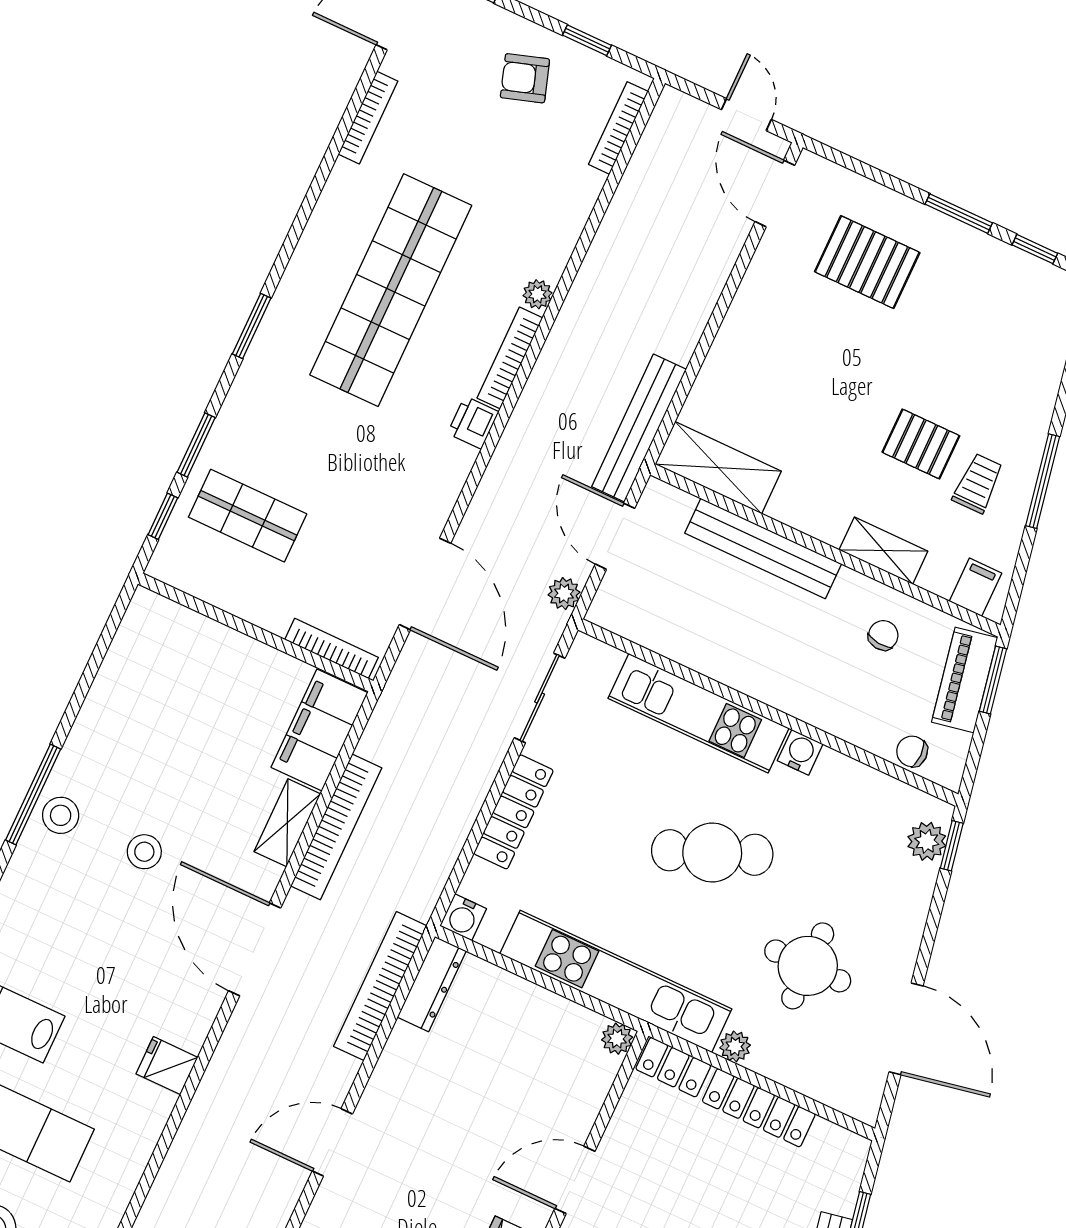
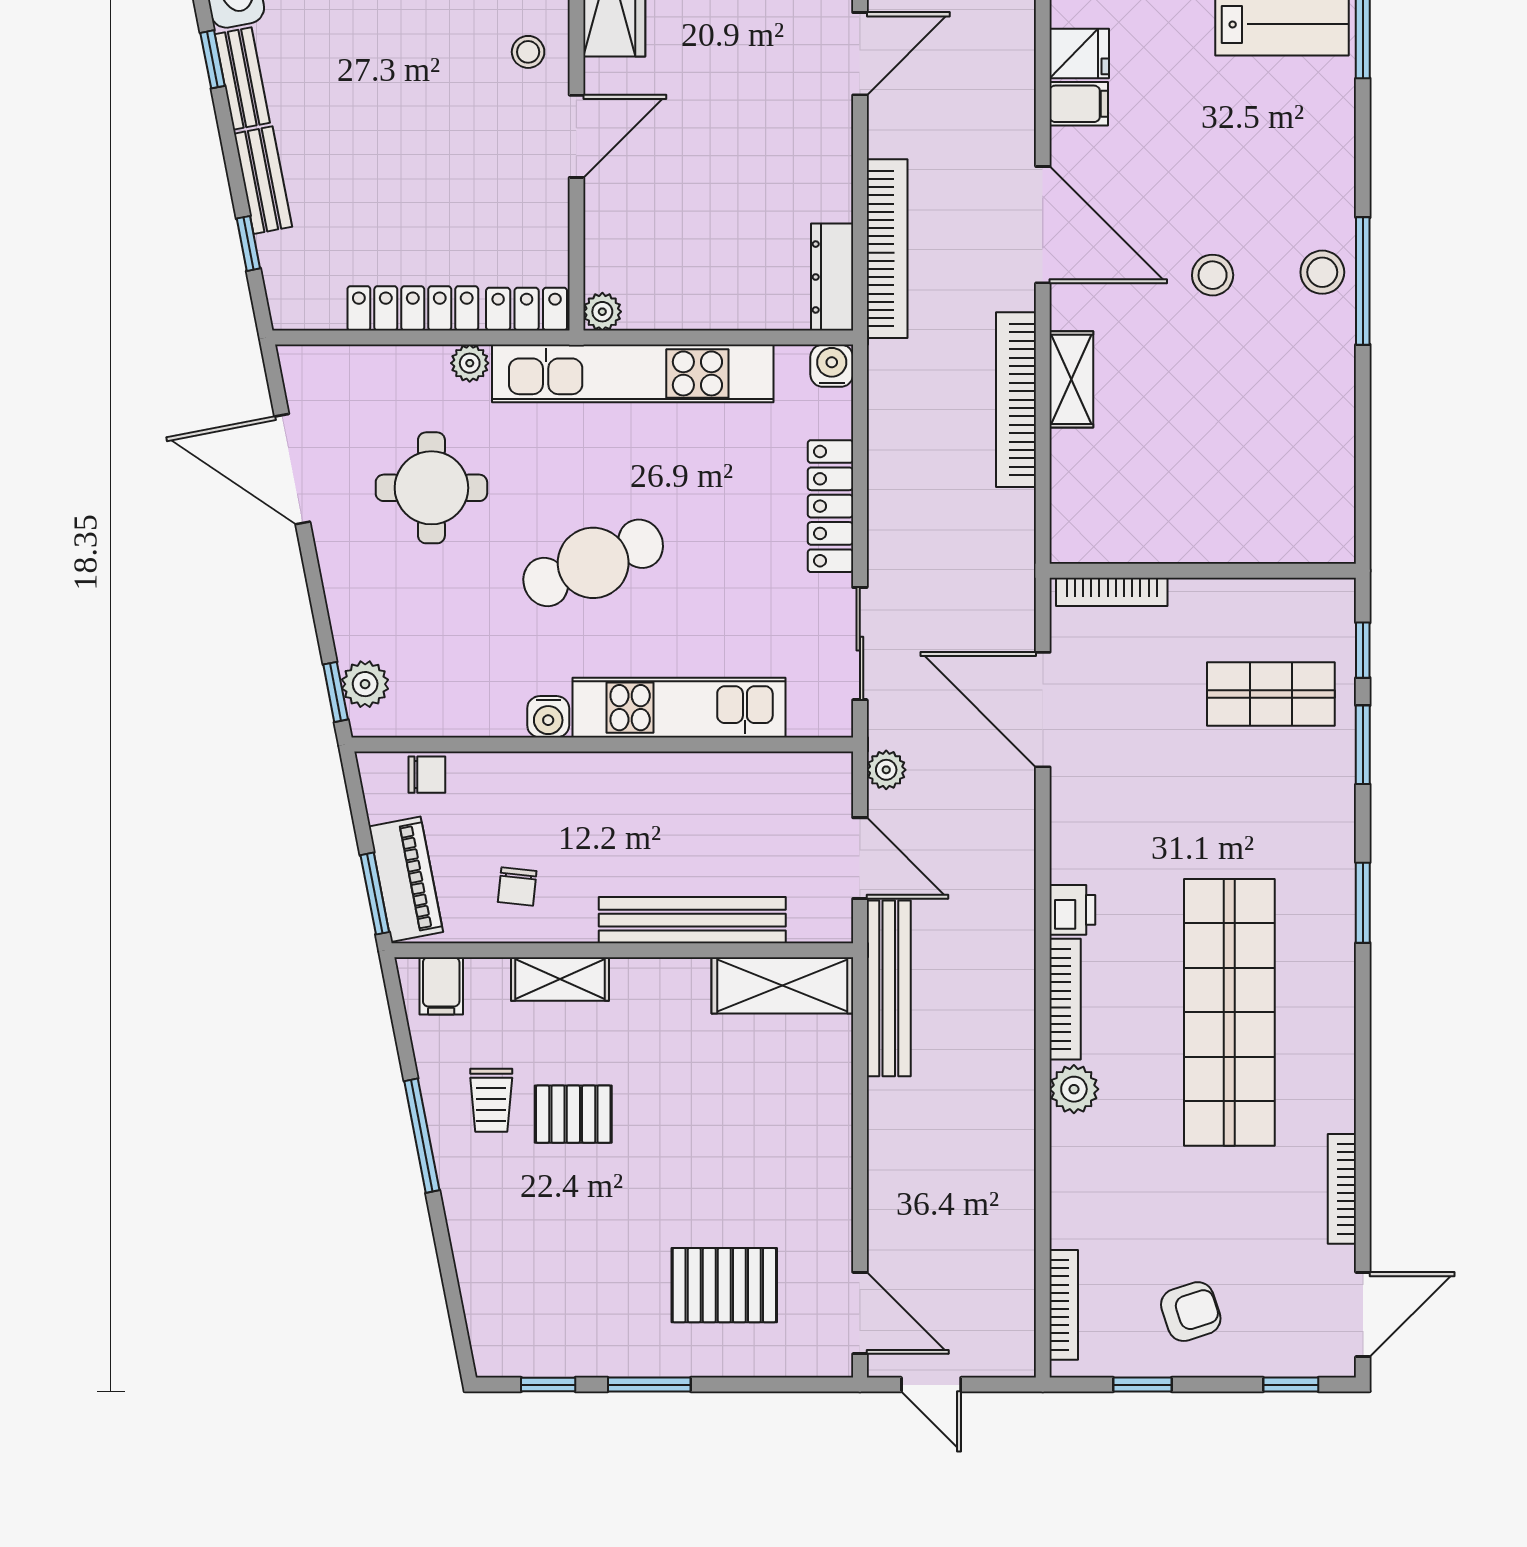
plant: (538, 294) -> (1074, 1089), width x1.38, depth x1.38
filing cabinet: (319, 730) -> (1079, 104), moved, width x0.33, depth x0.86

